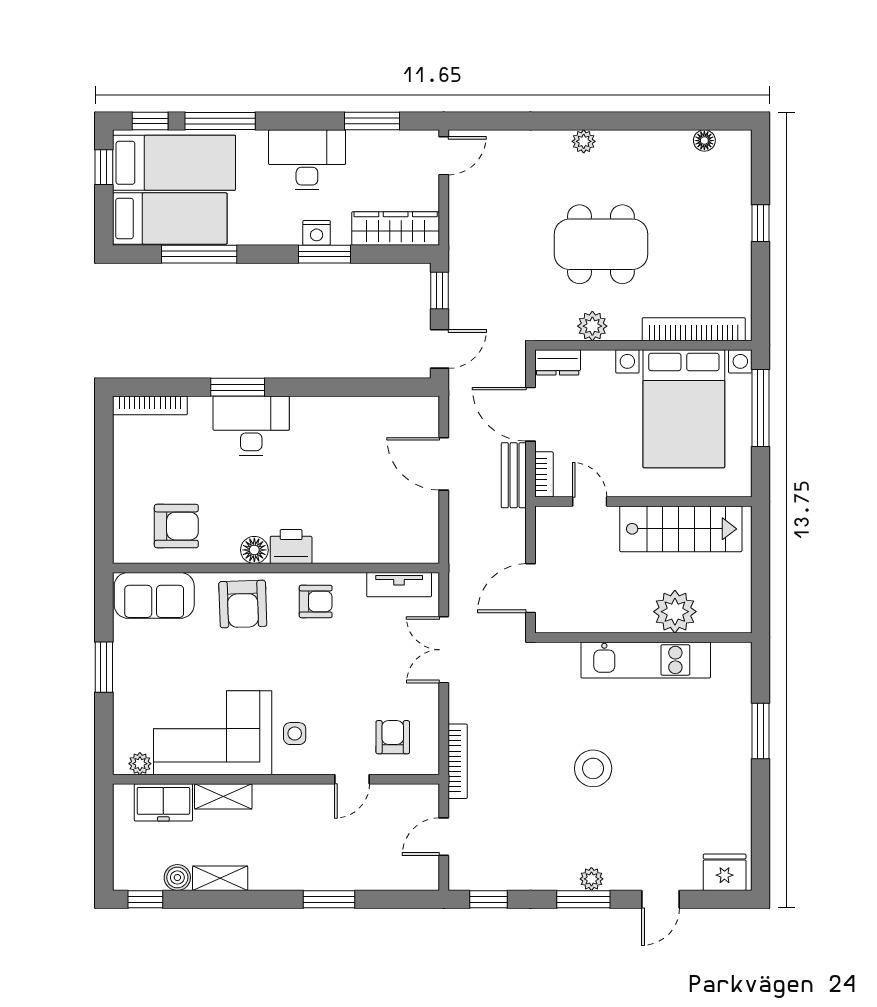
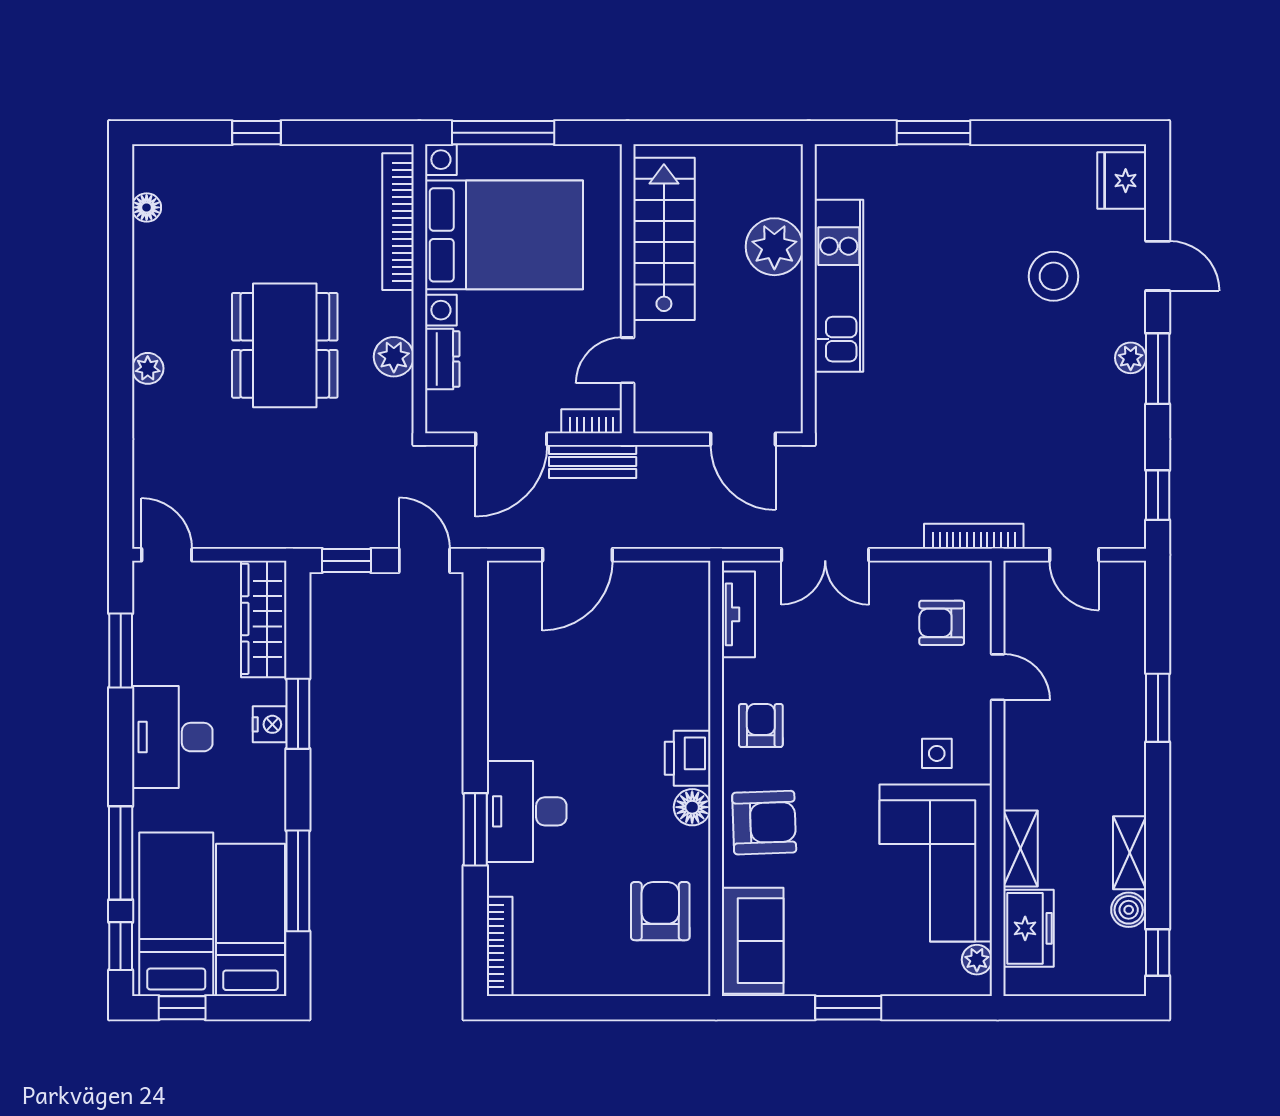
dresser: (558, 362) -> (442, 359), moved
stool: (593, 768) -> (1054, 276), moved

